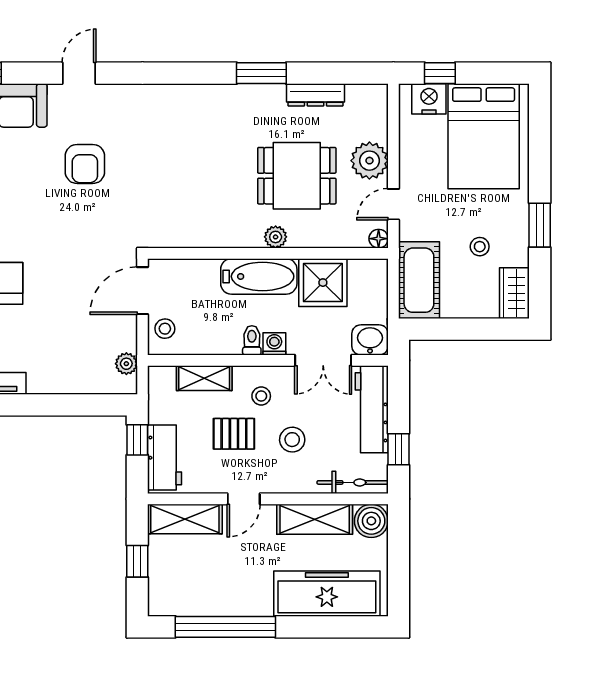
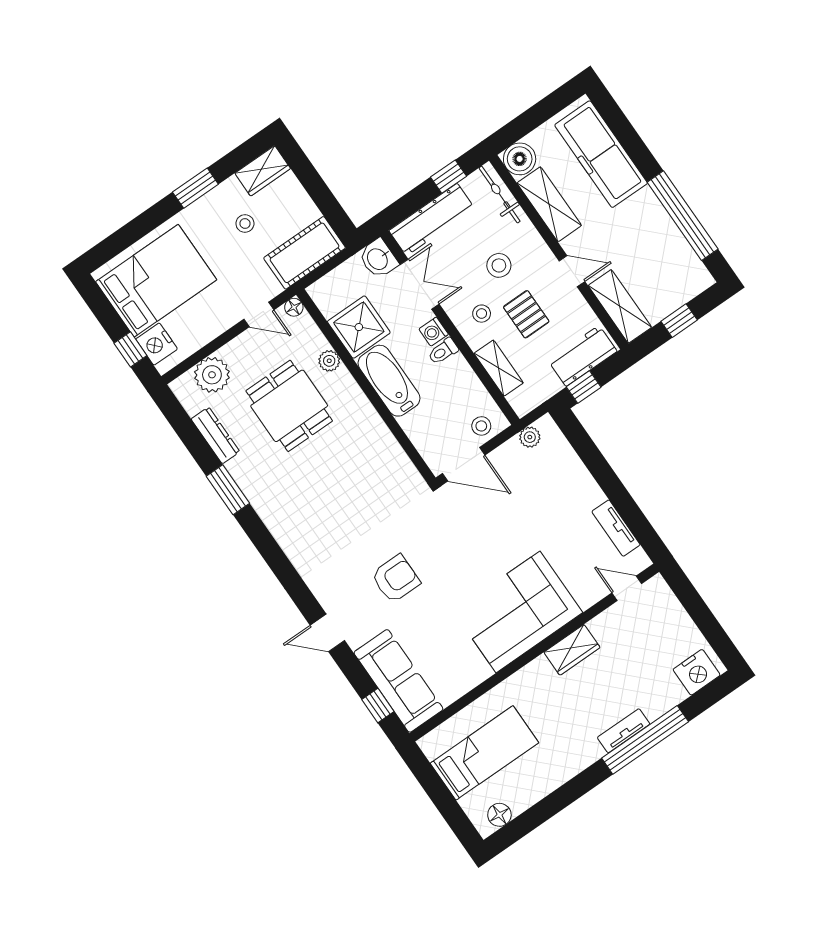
plant: (369, 161) -> (212, 375), moved
plant: (276, 237) -> (329, 361), moved

